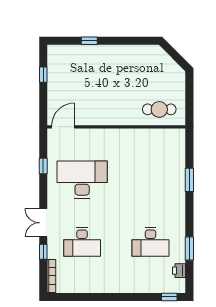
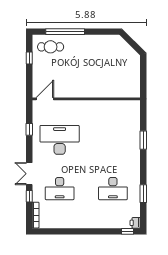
window: (89, 41) -> (65, 32), width x3.17
cafe table: (159, 109) -> (51, 47), moved
printer: (179, 271) -> (135, 223), moved

